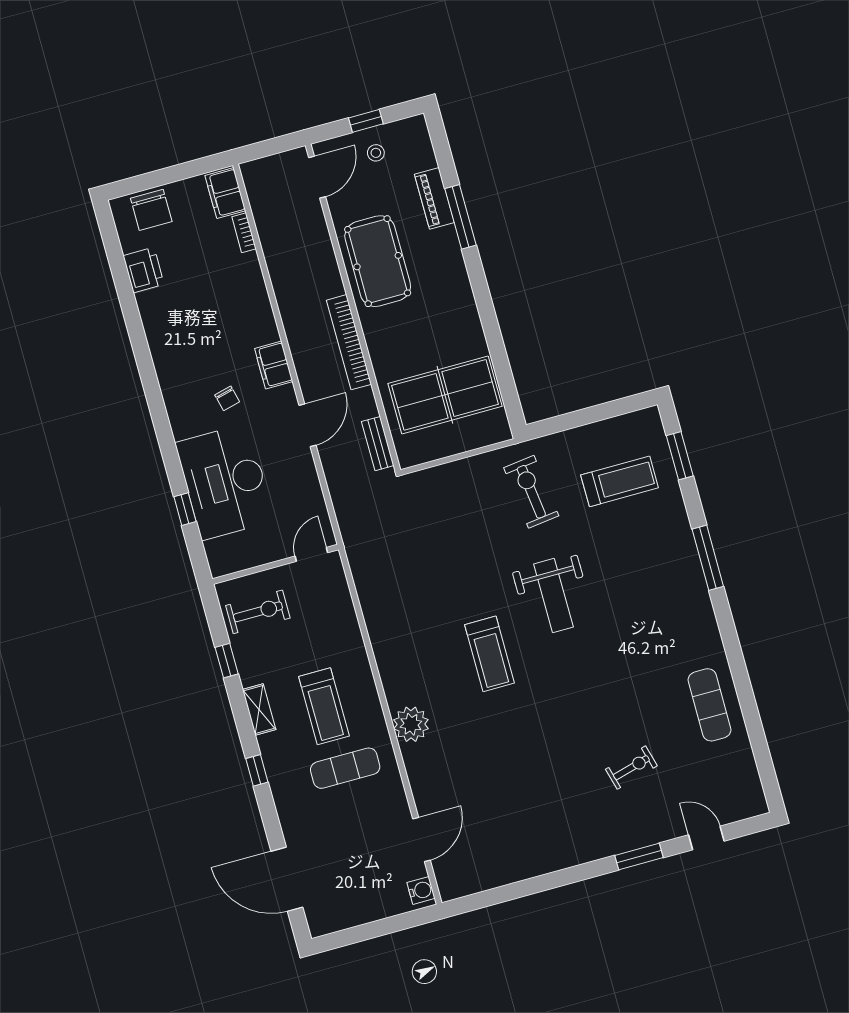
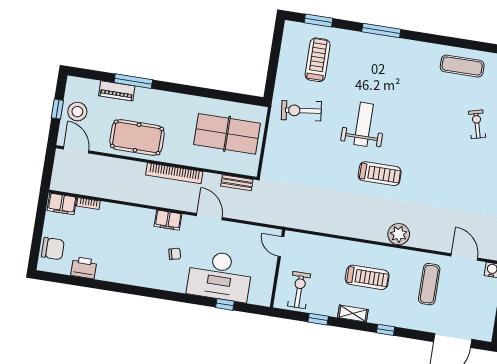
stool: (376, 153) -> (77, 112), width x1.89, depth x1.89
table tennis table: (445, 395) -> (227, 134), turned 90
weight bench: (553, 595) -> (364, 124), turned -90
exercise mat: (345, 768) -> (429, 284), moved

